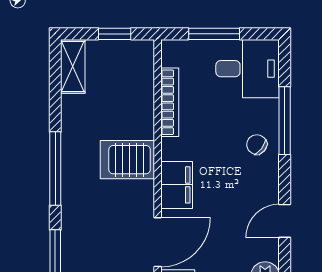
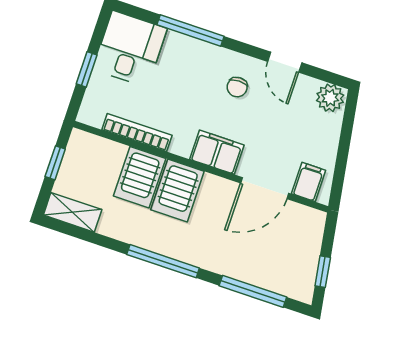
window: (214, 34) -> (87, 69), width x0.67
server rack: (128, 119) -> (140, 177), added
chair: (257, 145) -> (237, 87), moved, turned -37
door: (158, 242) -> (265, 188), swing flipped

